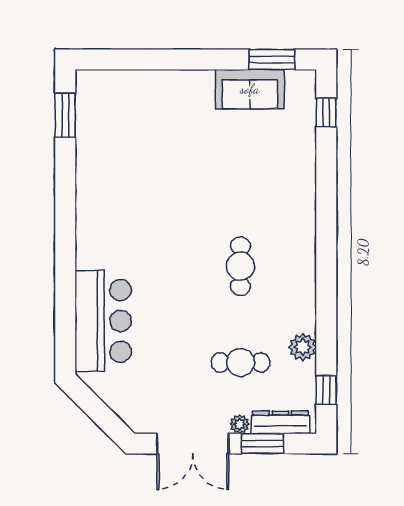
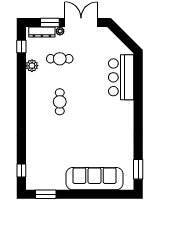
sofa: (250, 89) -> (95, 179), moved, width x1.85, depth x1.27

